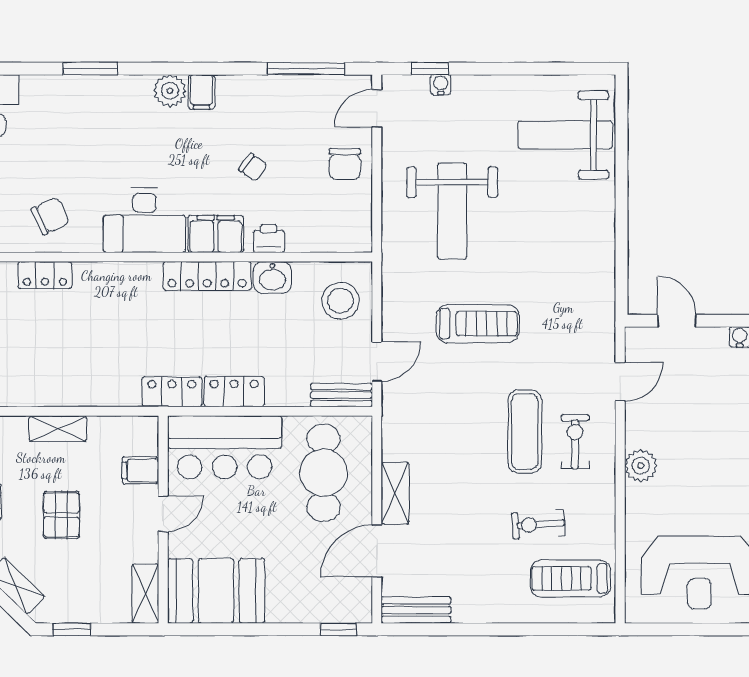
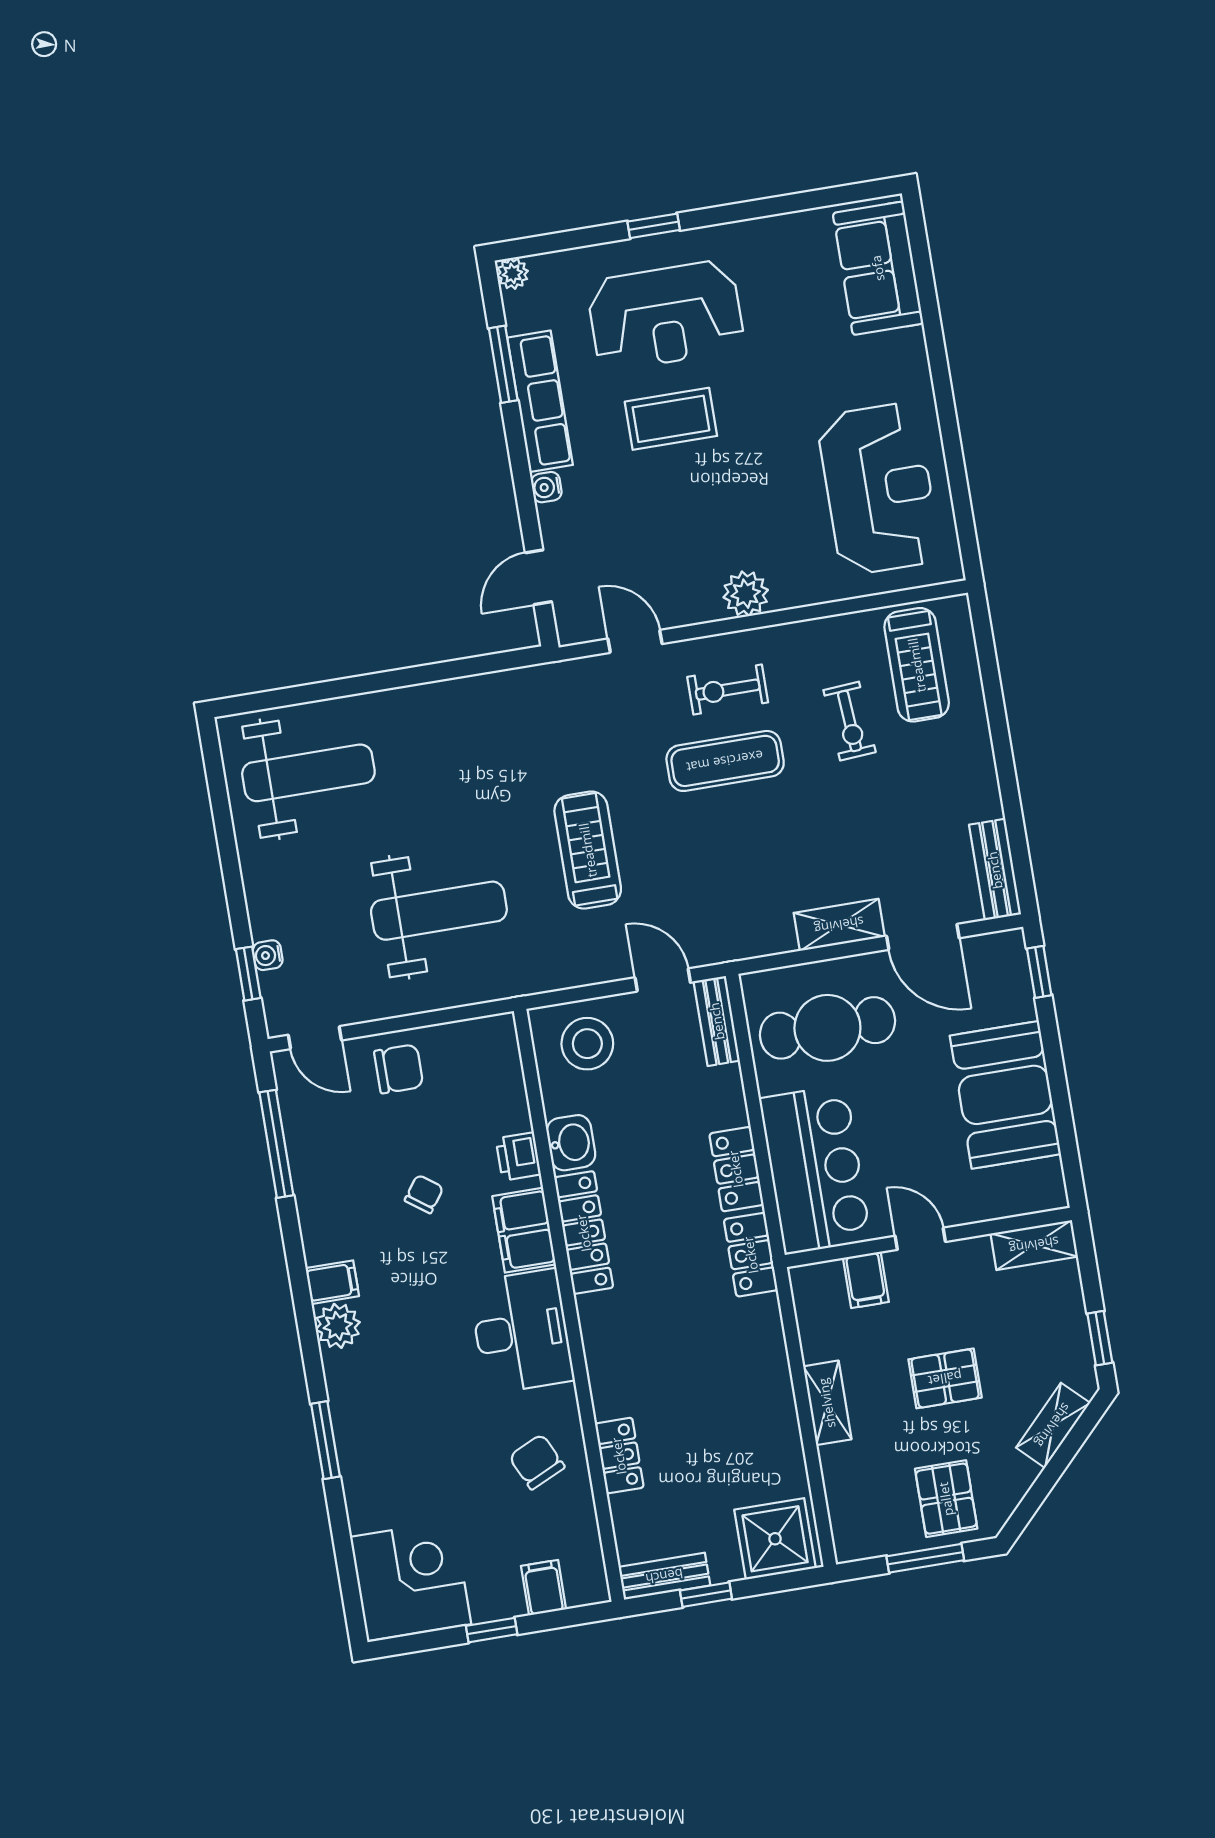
weight bench: (565, 135) -> (308, 773), turned -90
booth: (216, 591) -> (1005, 1095), moved

